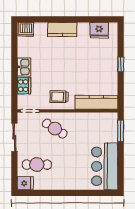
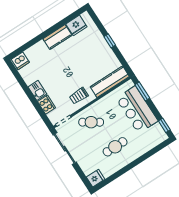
kitchen counter: (62, 30) -> (57, 37), moved
sliding door: (14, 137) -> (65, 149), width x1.37
cafe table: (37, 165) -> (115, 147), moved
bar counter: (105, 166) -> (137, 110), moved
window: (121, 176) -> (164, 125), added

